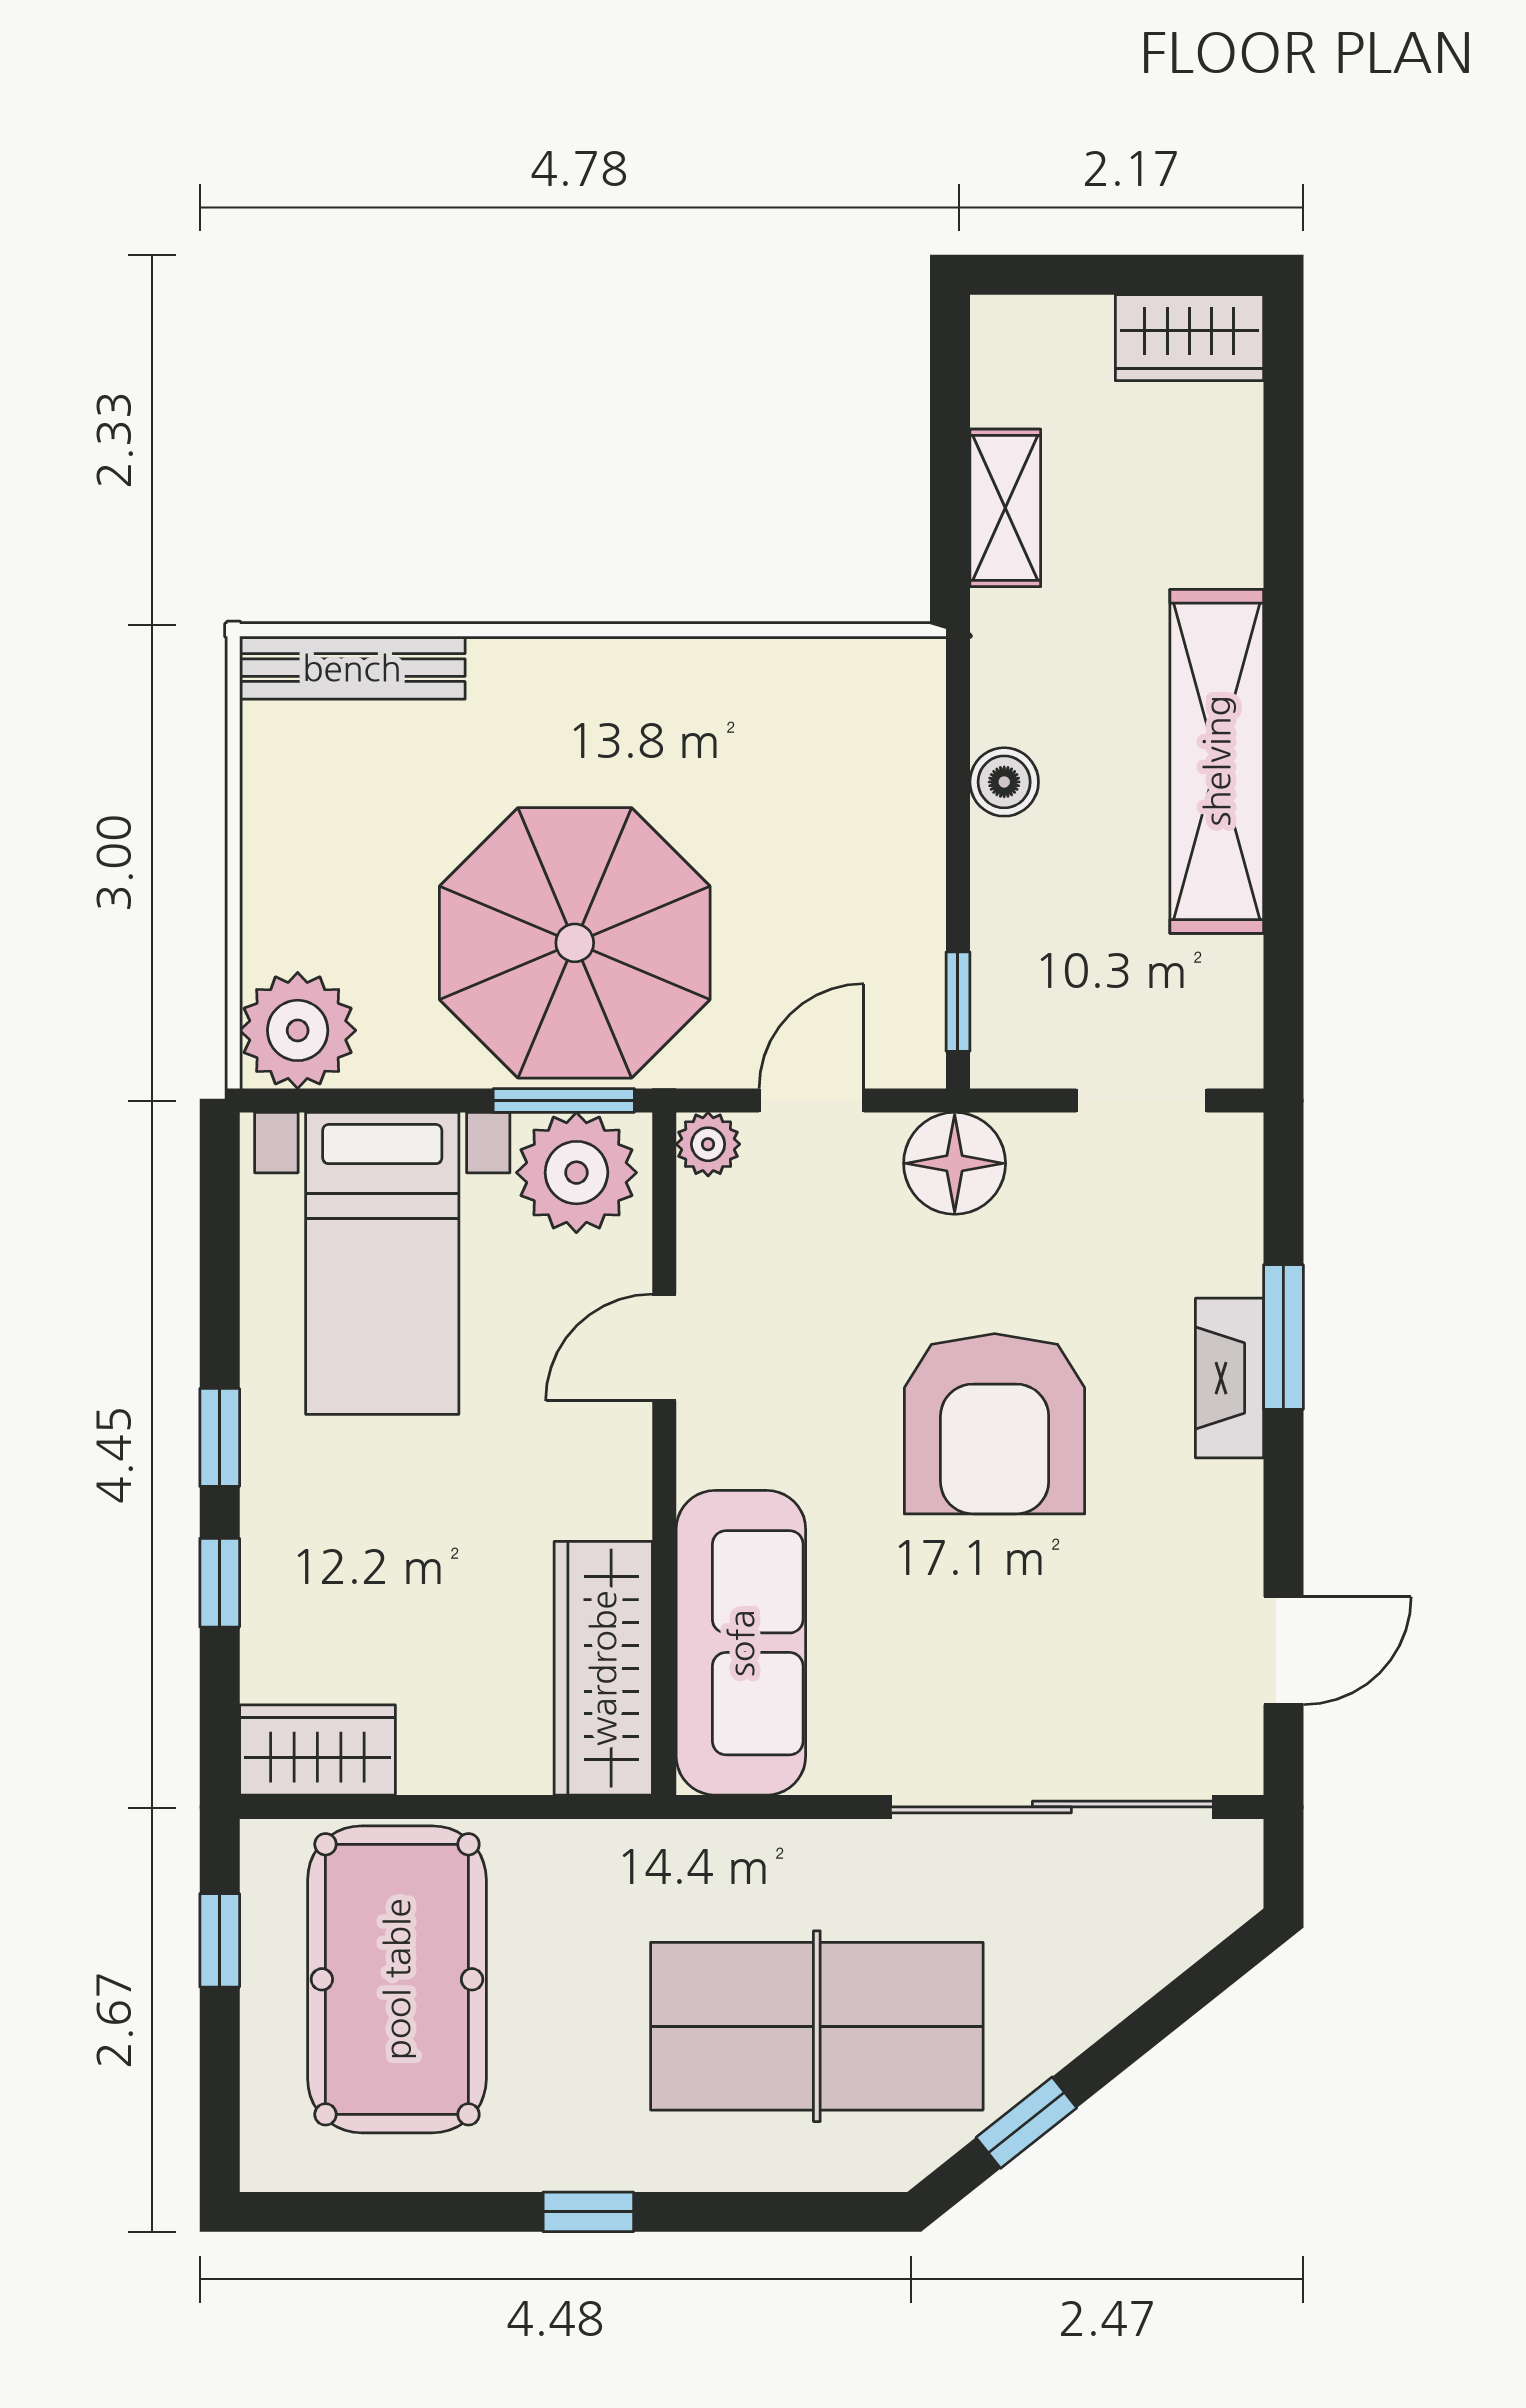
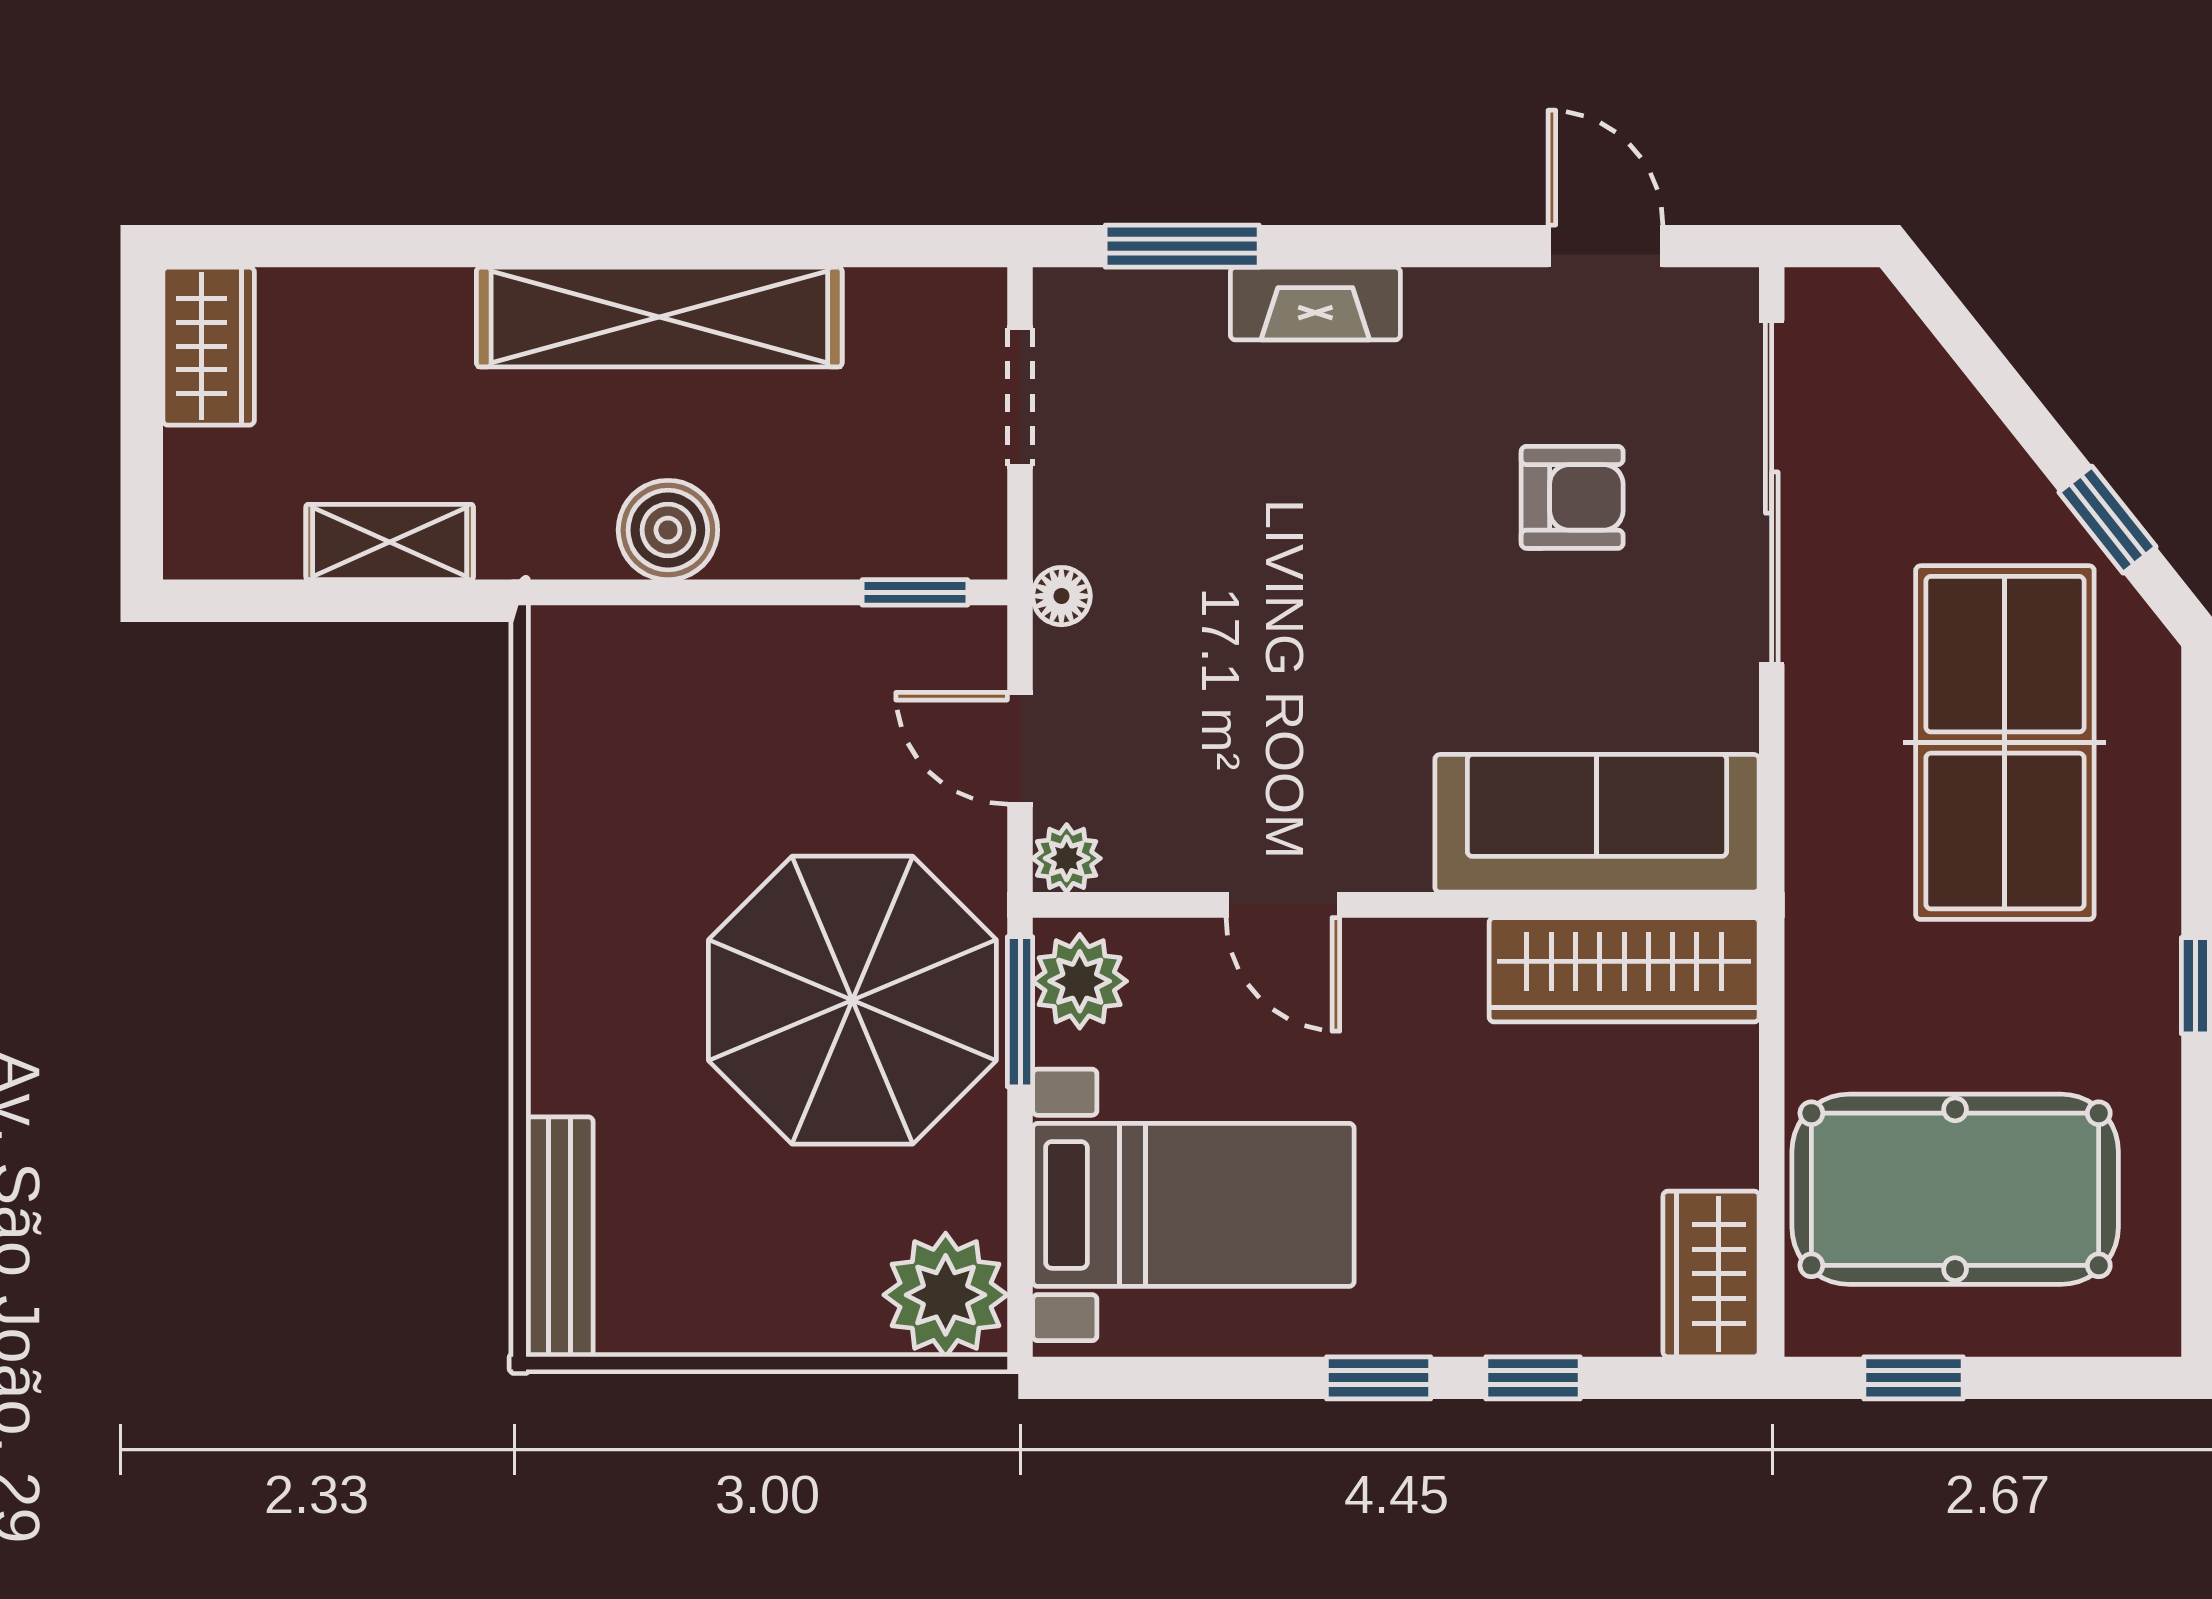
boiler: (1004, 782) -> (668, 530), width x1.36, depth x1.36
floor lamp: (955, 1163) -> (1061, 596), width x0.53, depth x0.53
plant: (576, 1173) -> (1080, 981), width x0.73, depth x0.73
window: (1283, 1337) -> (1182, 246), moved
armchair: (995, 1424) -> (1572, 497), moved, width x0.53, depth x0.53

